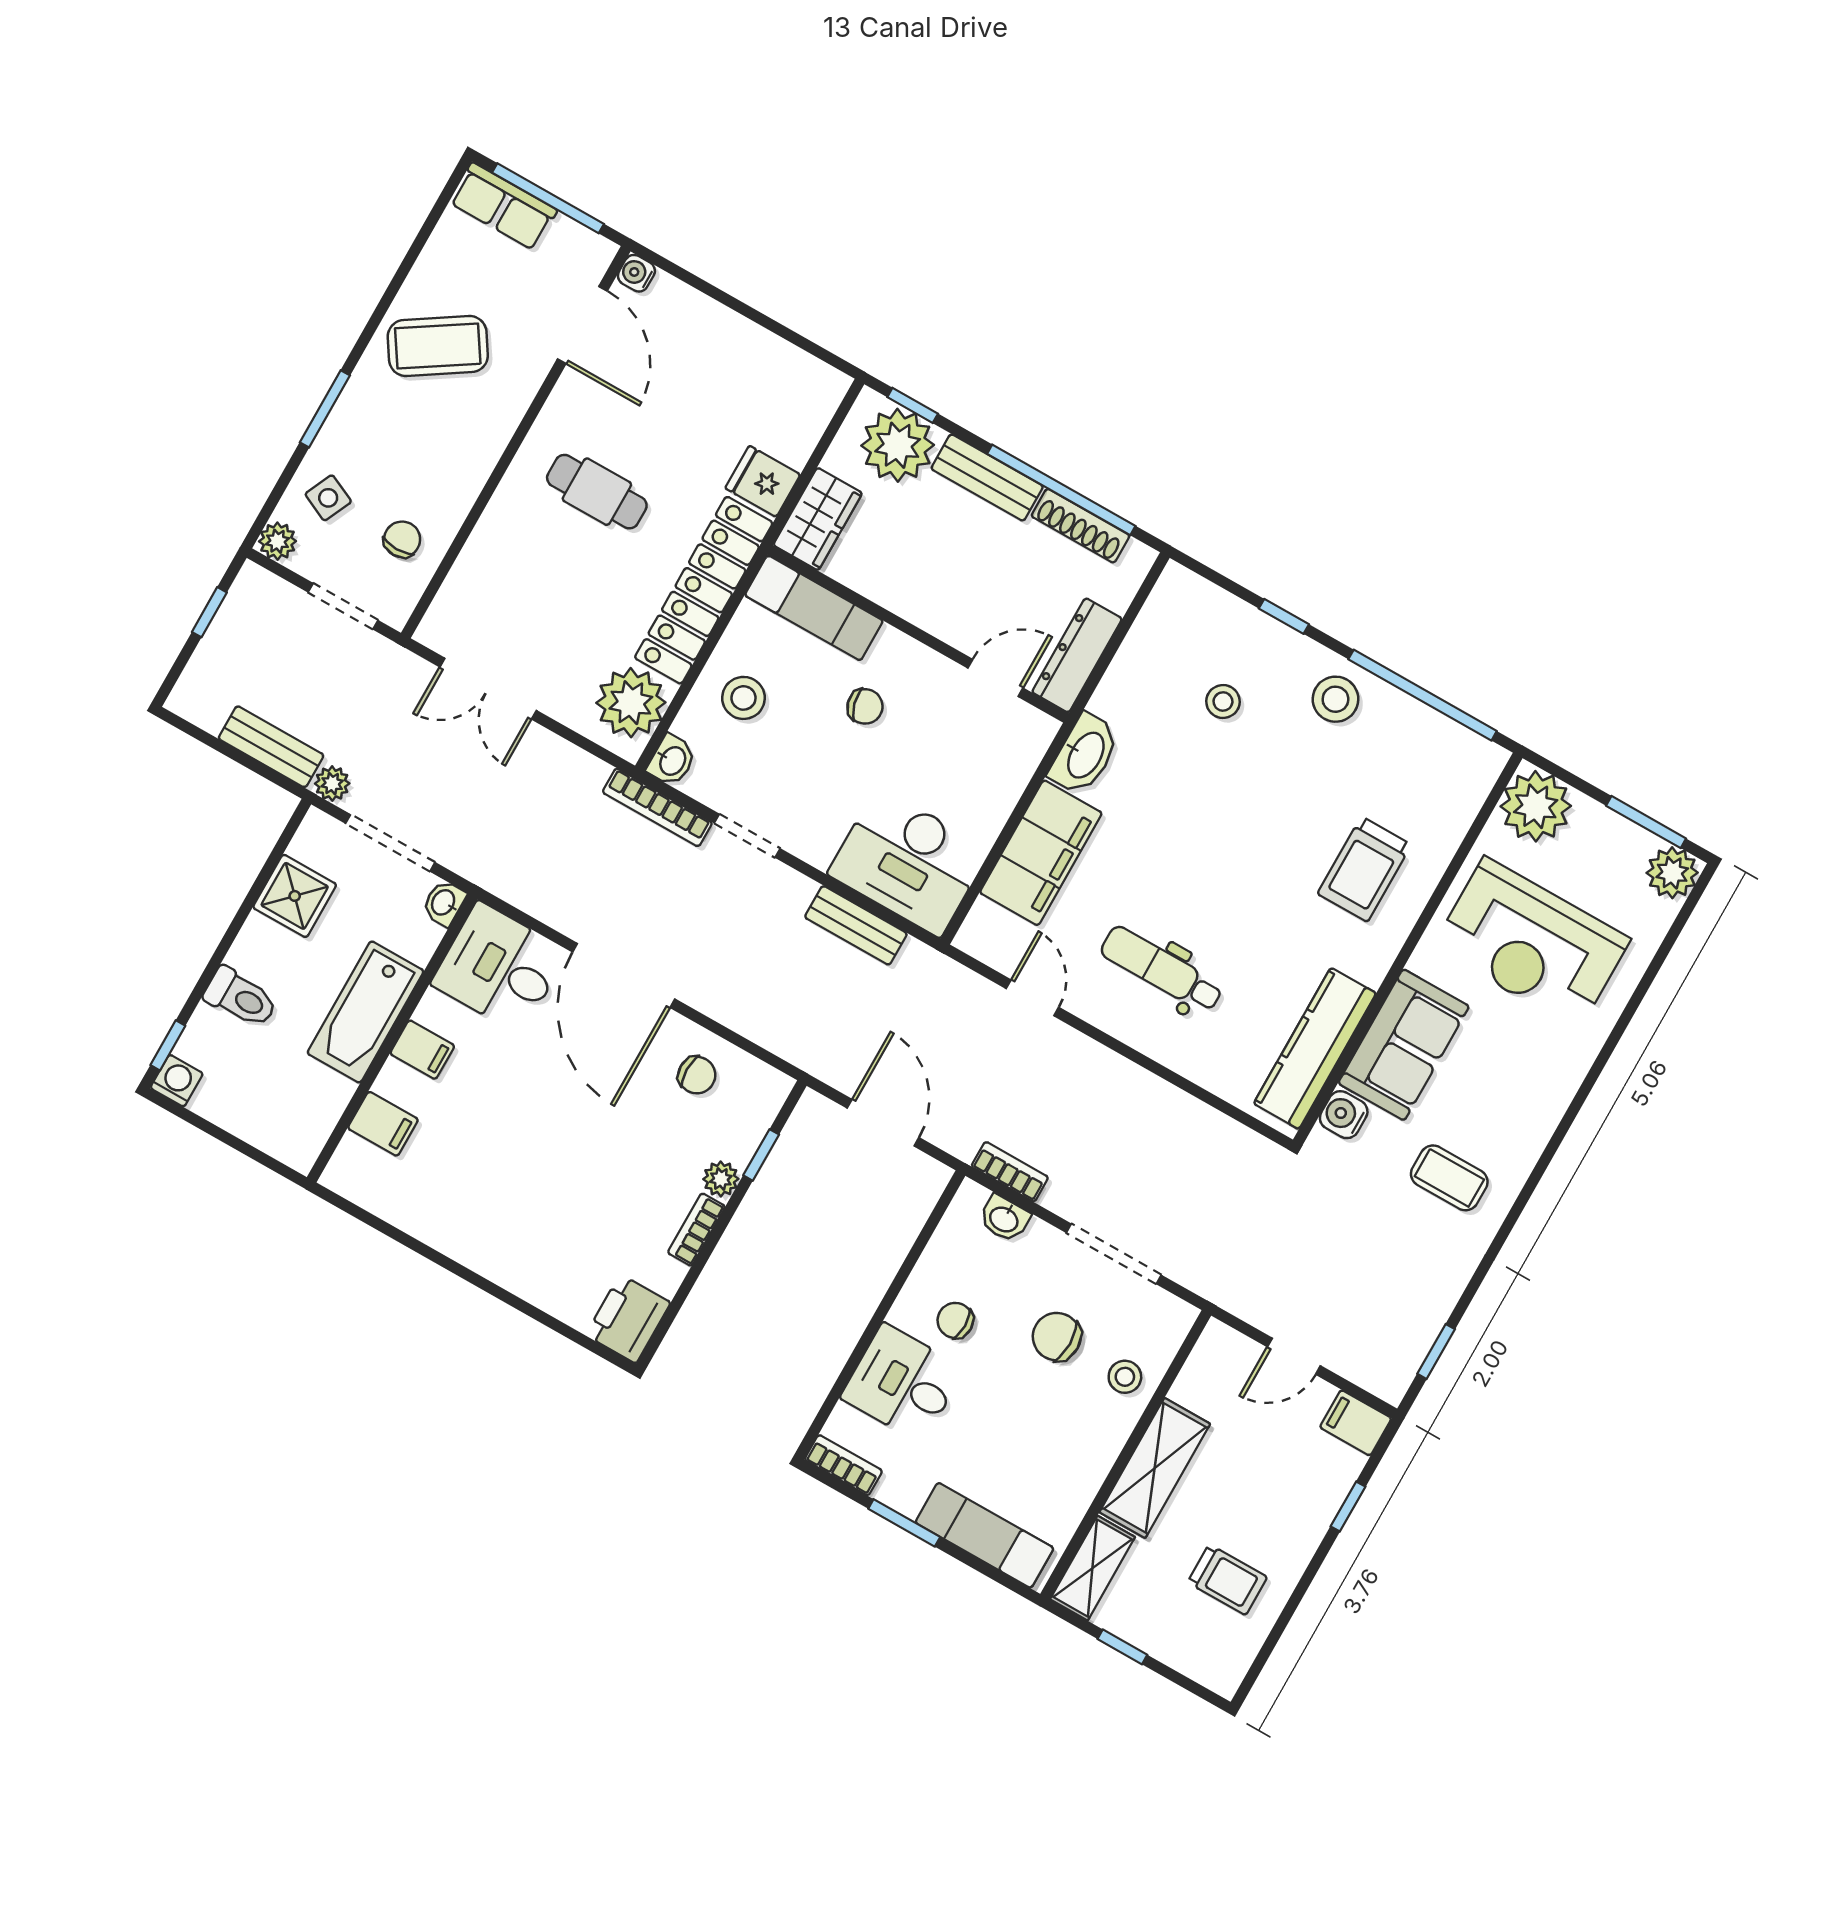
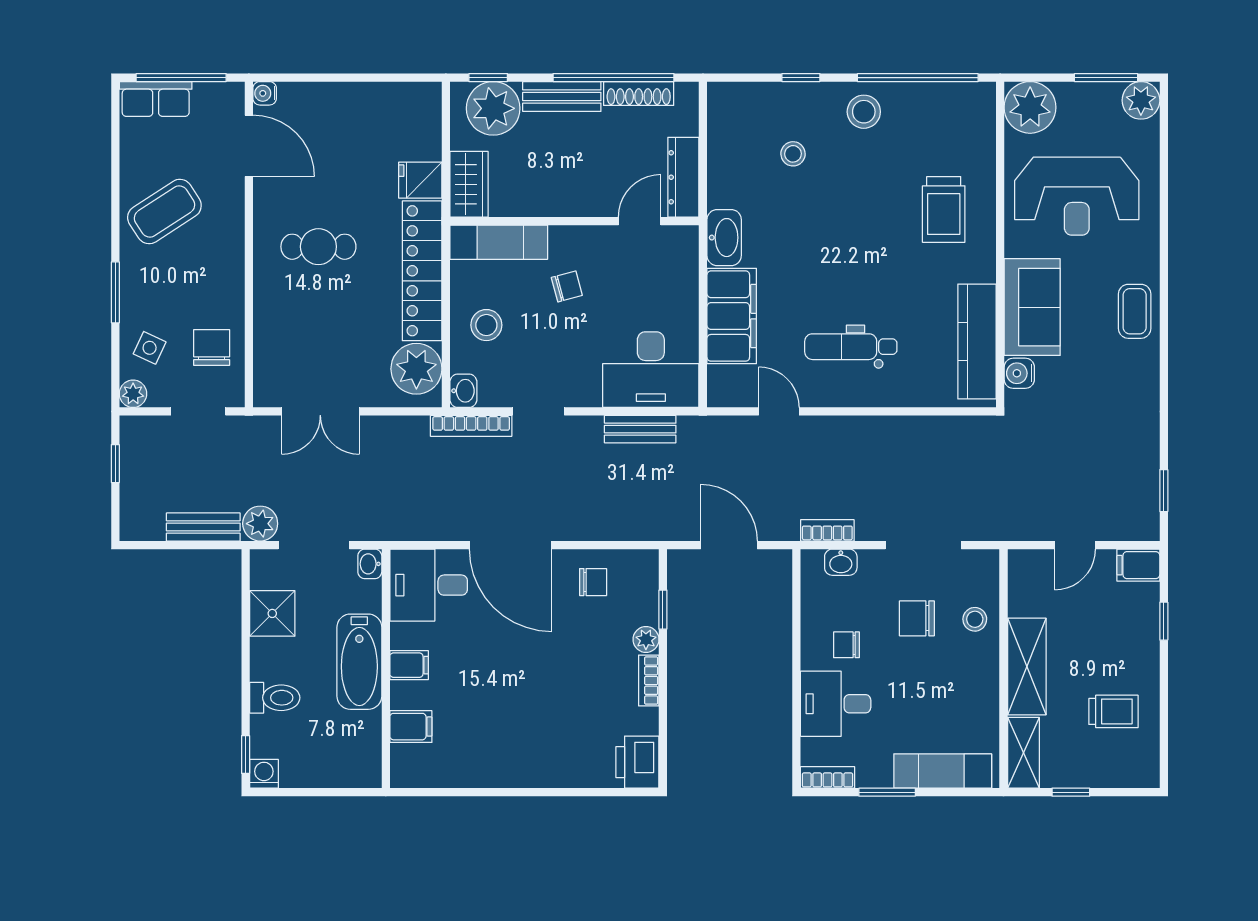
chair: (402, 539) -> (212, 347), width x1.37, depth x1.37
plant: (332, 784) -> (260, 524), width x1.38, depth x1.38
coffee table: (1449, 1178) -> (1135, 311), moved, turned 90

